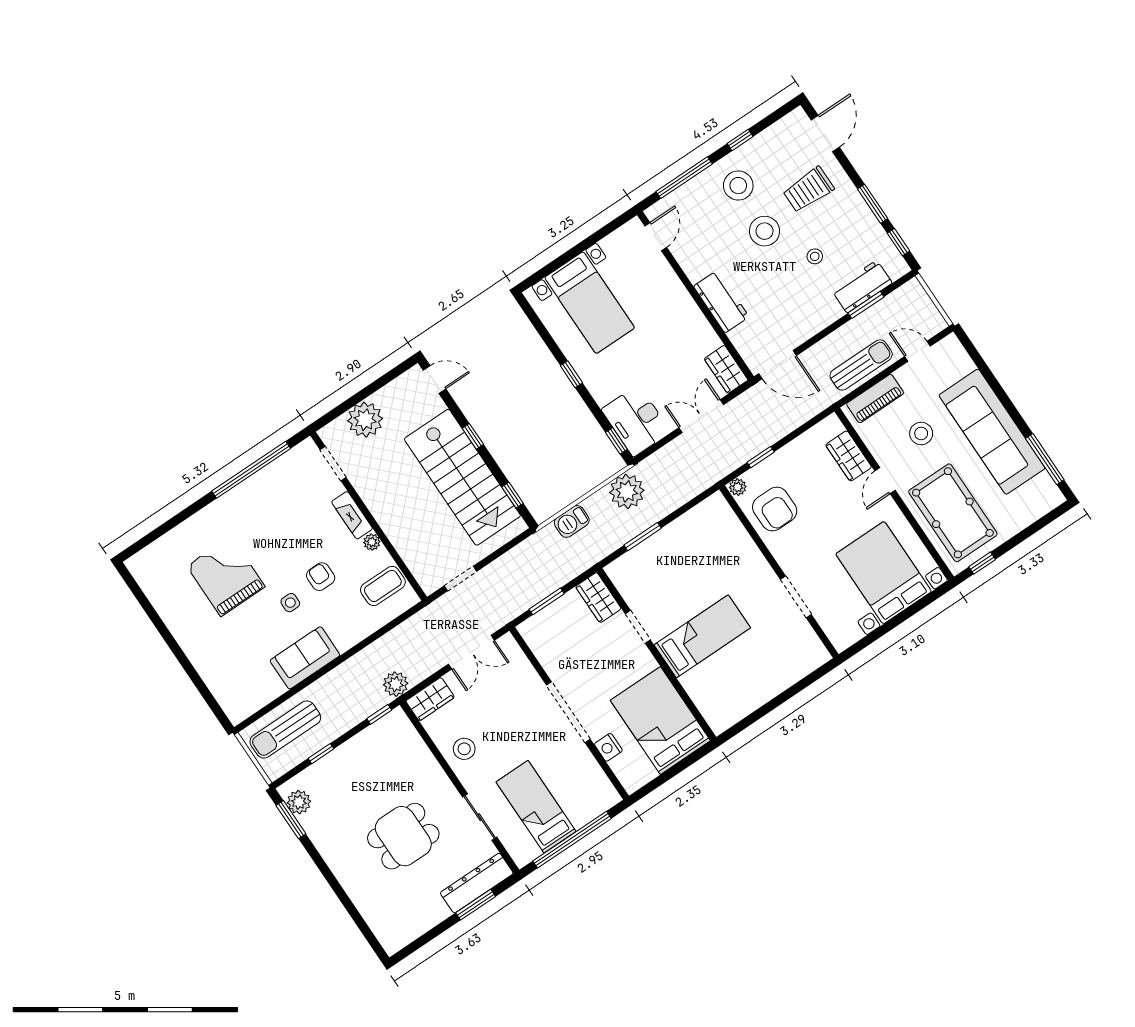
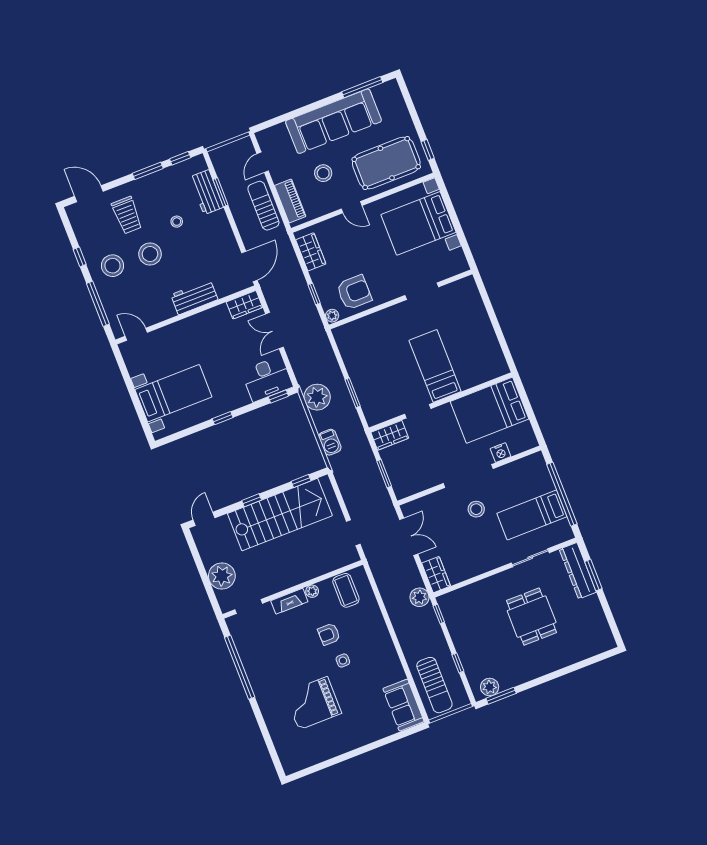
wardrobe: (849, 456) -> (311, 252), moved, turned -90
sofa: (305, 658) -> (403, 705), moved
stool: (464, 749) -> (476, 509), moved

